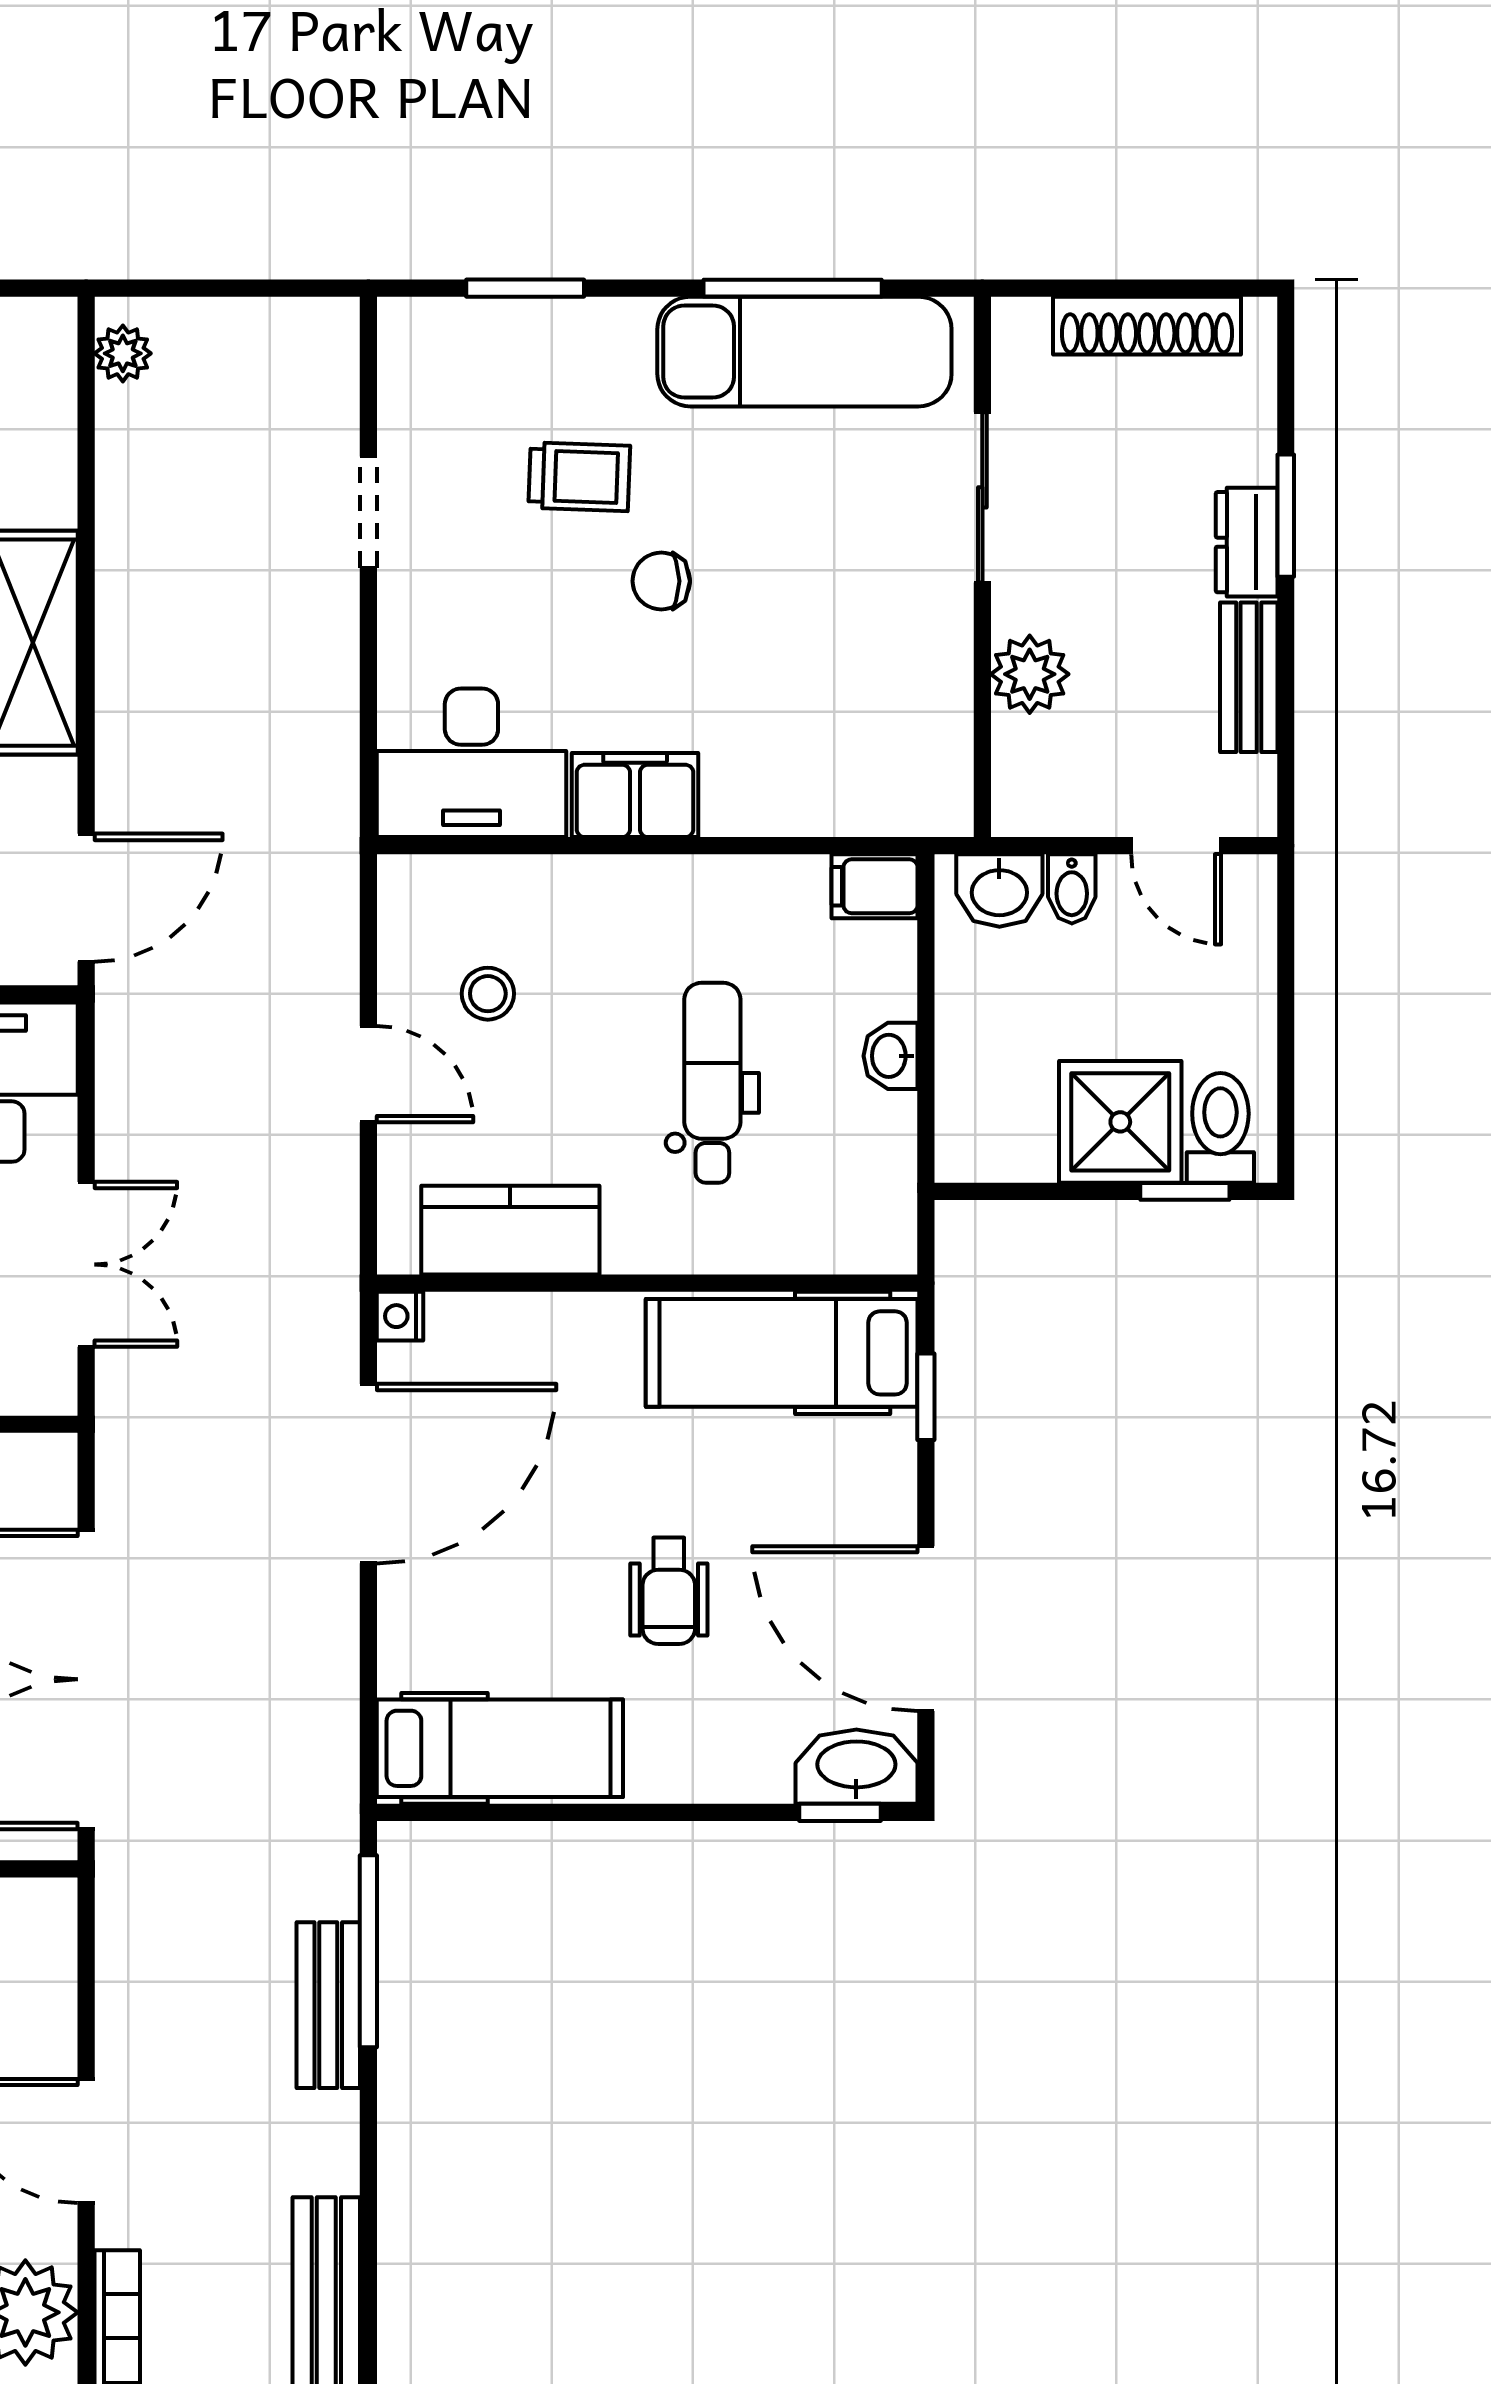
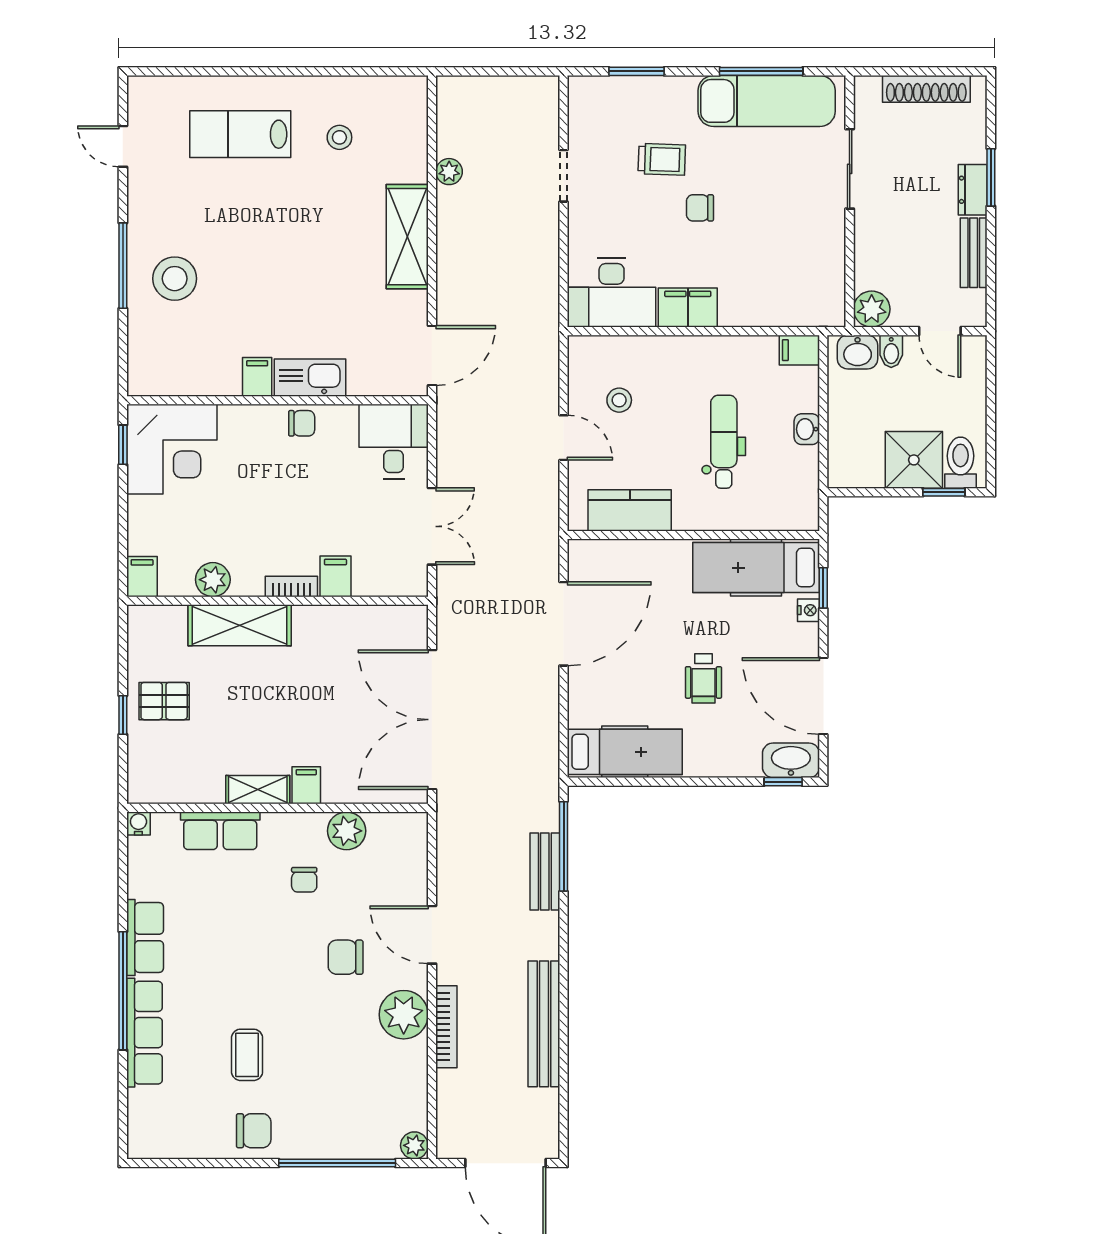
plant: (123, 353) -> (449, 172), moved
plant: (1030, 674) -> (872, 309), moved
nightstand: (400, 1316) -> (809, 610), moved, turned 180

